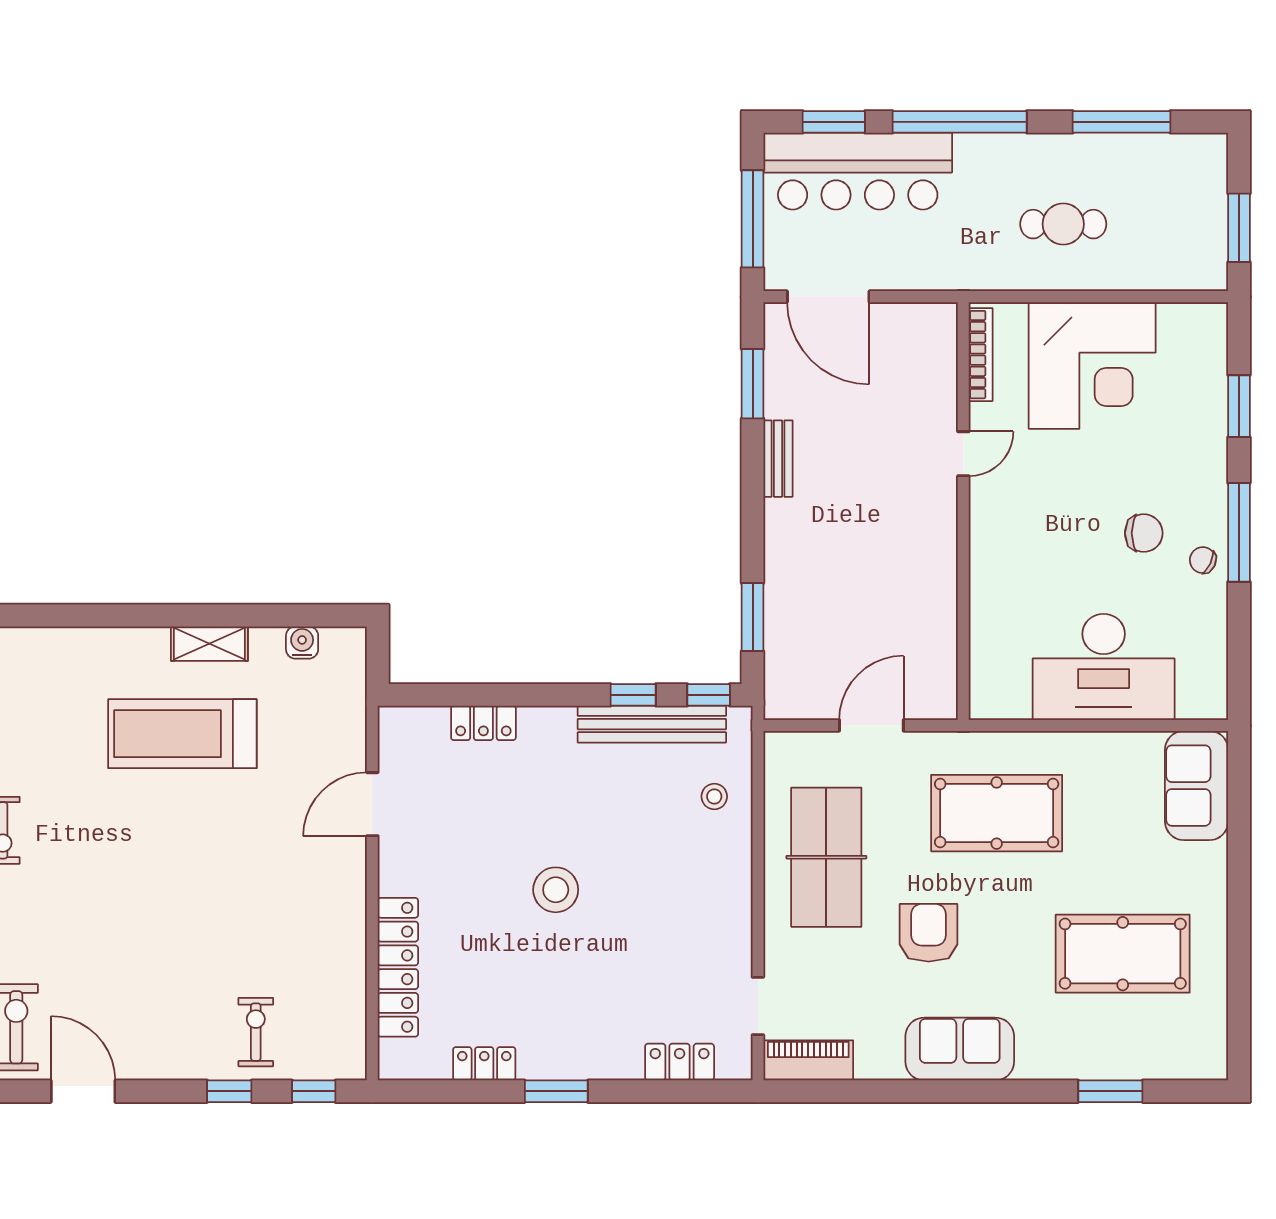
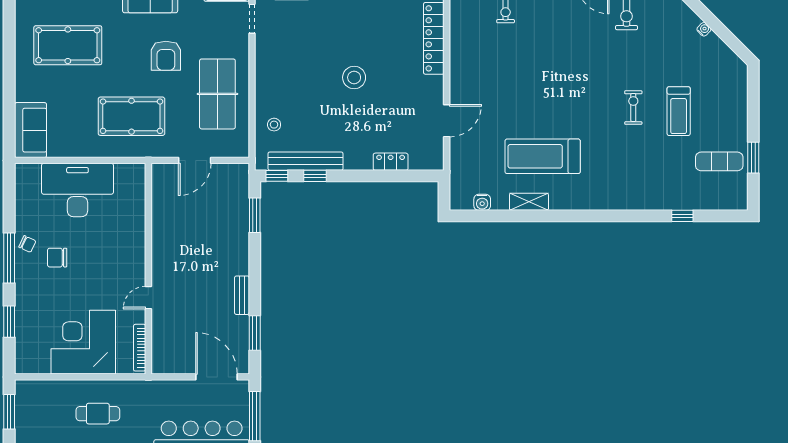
treadmill: (182, 734) -> (543, 156), turned 180

